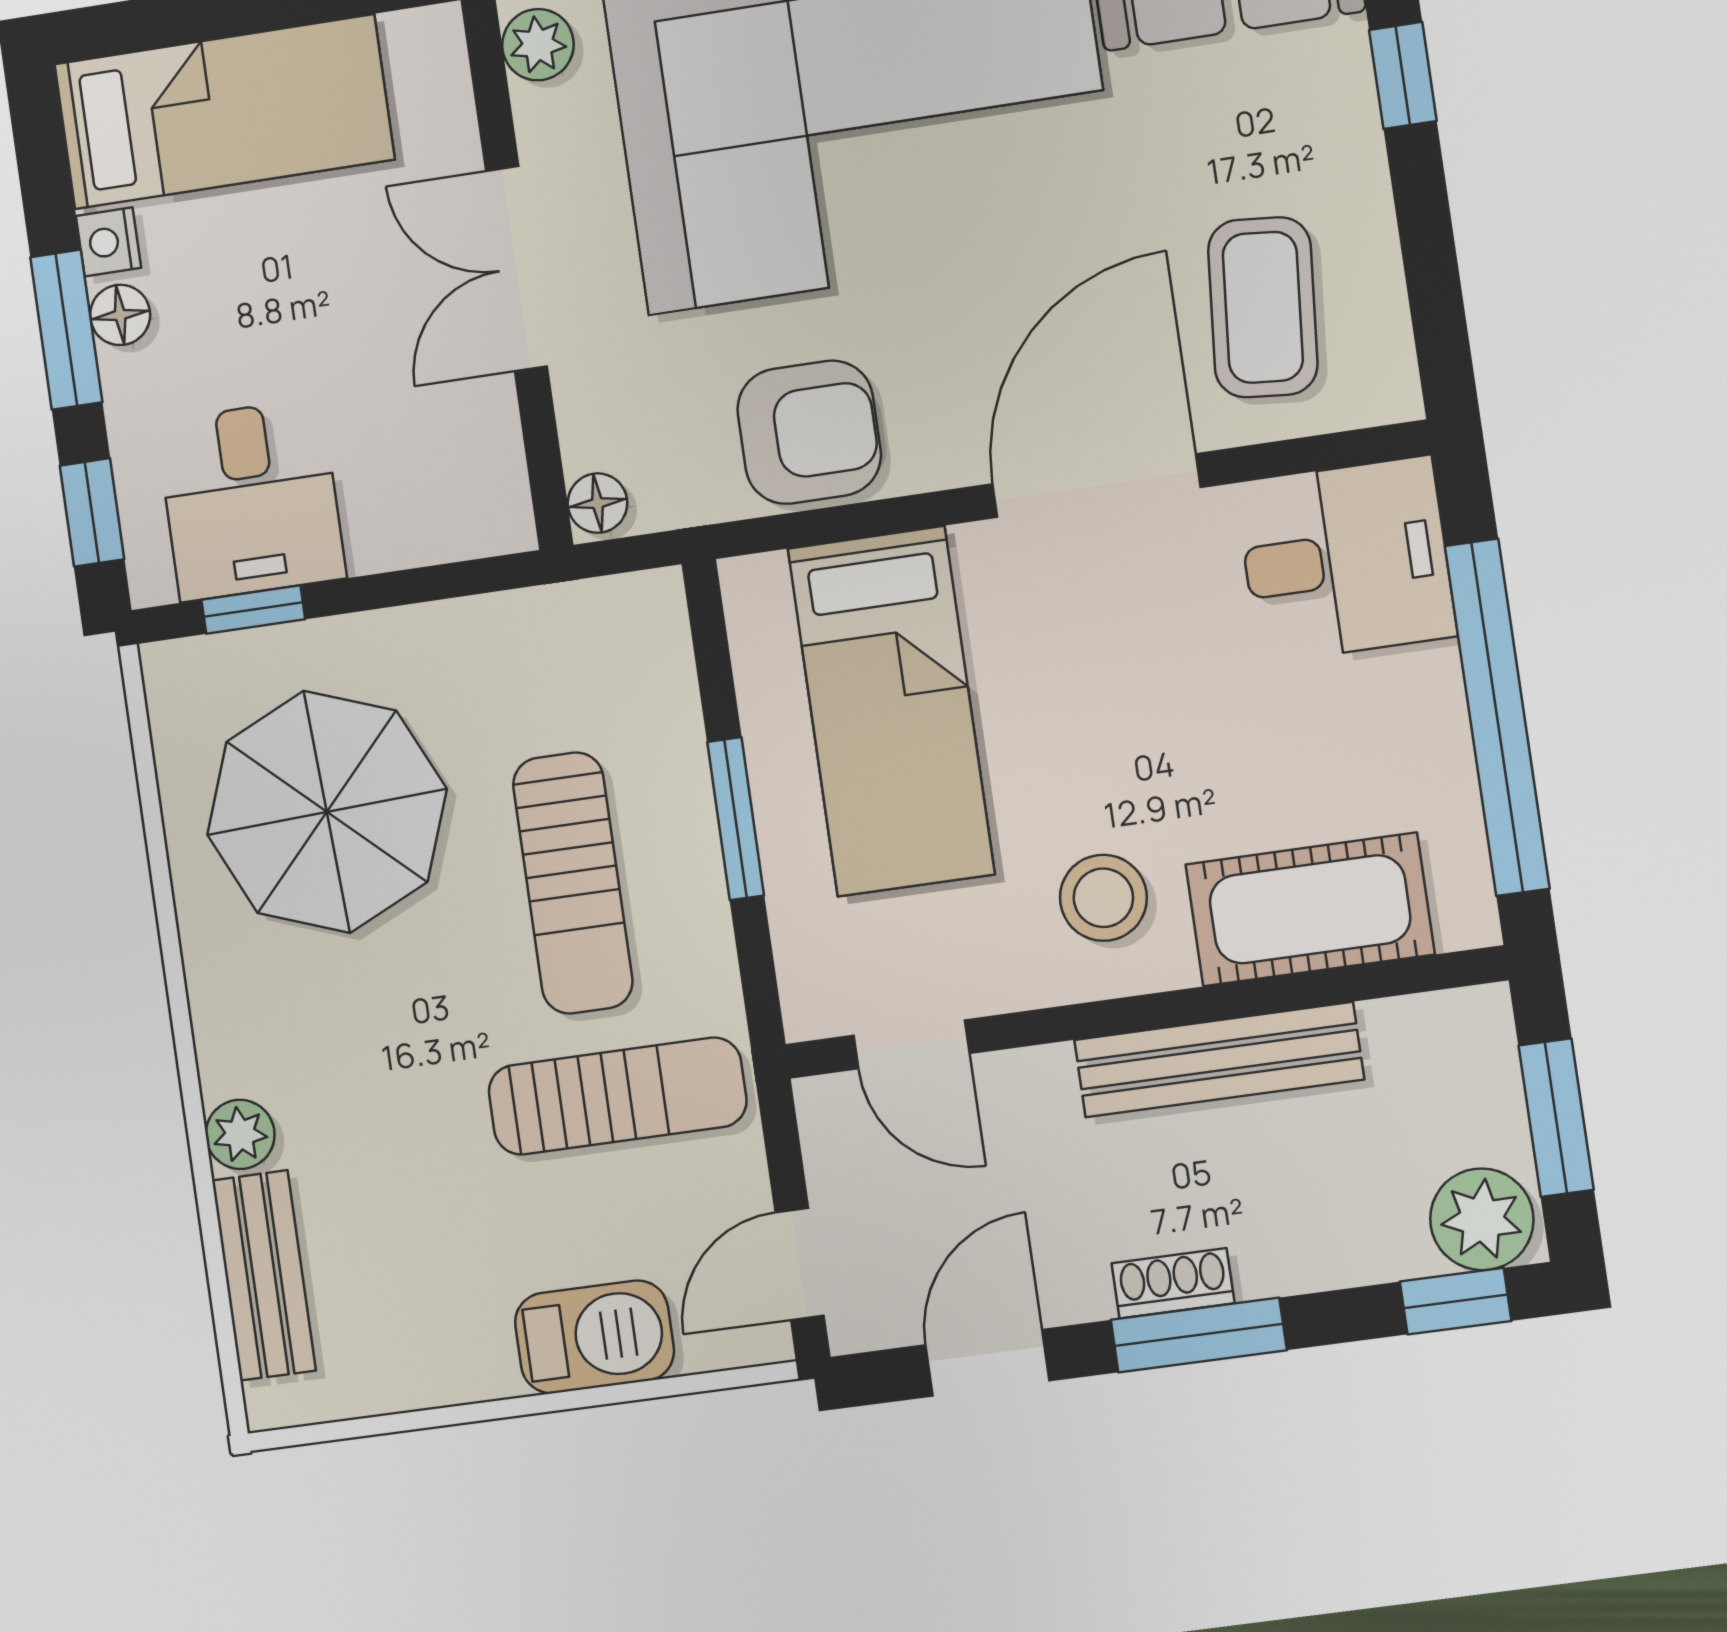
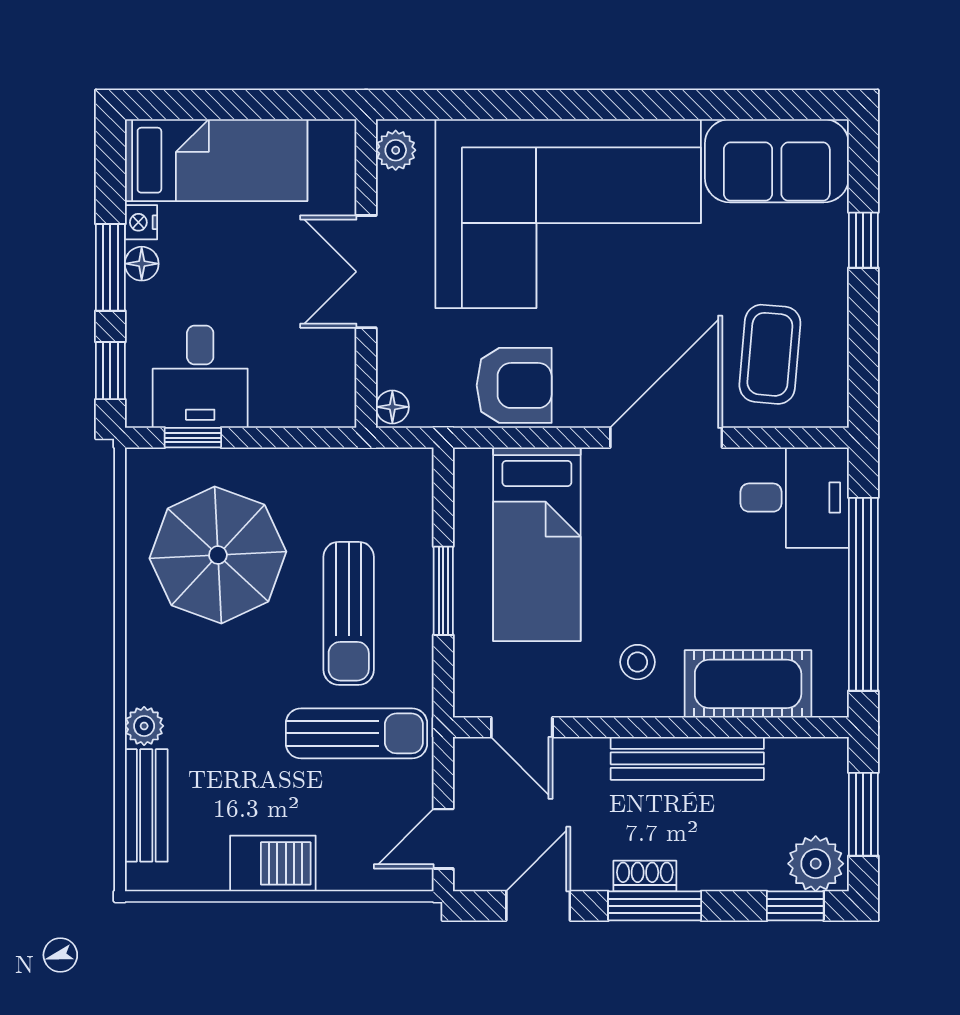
stool: (1103, 898) -> (637, 662), width x0.73, depth x0.73
barbecue: (594, 1337) -> (273, 863), moved

